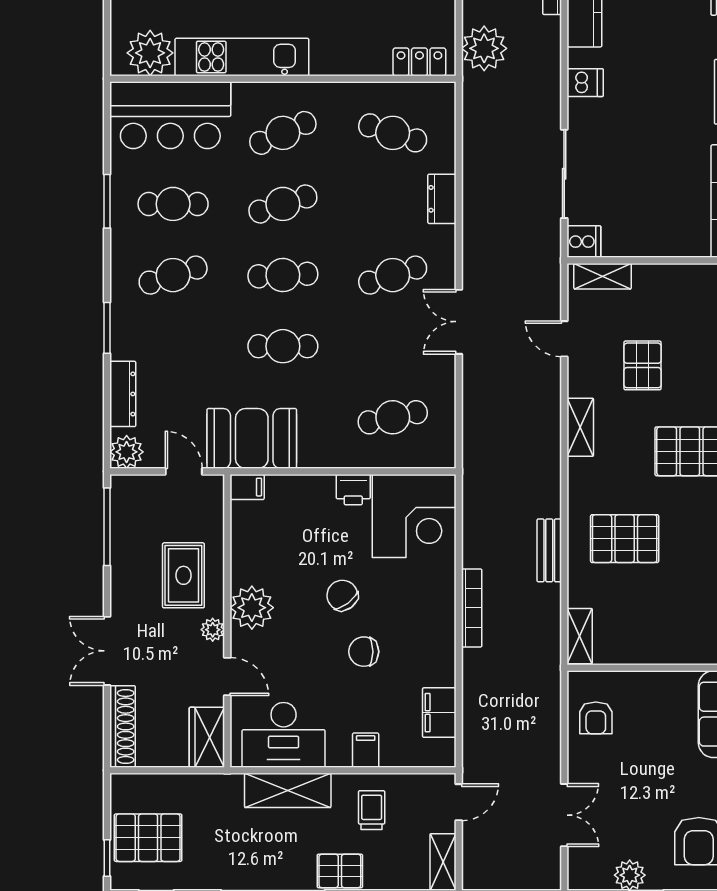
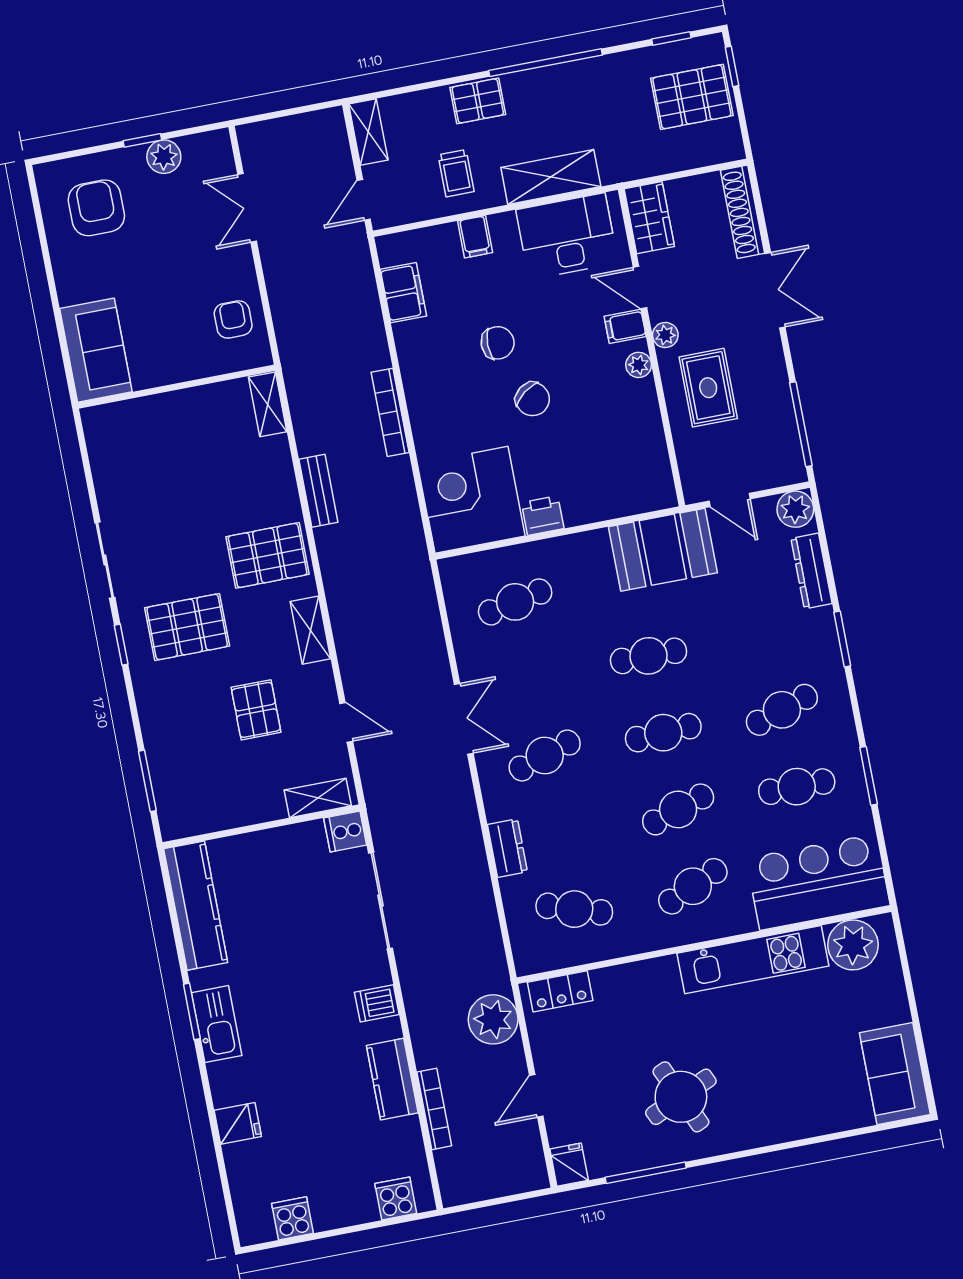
filing cabinet: (247, 487) -> (625, 326), moved
pallet: (625, 539) -> (268, 555), moved
plant: (252, 608) -> (639, 365), width x0.53, depth x0.53

